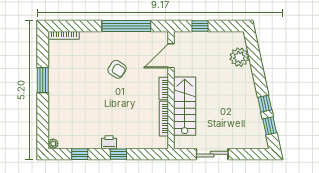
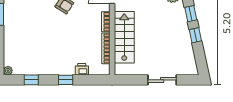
window: (270, 126) -> (191, 14), moved
printer: (109, 142) -> (82, 69), moved
sliding door: (212, 154) -> (162, 80), moved

